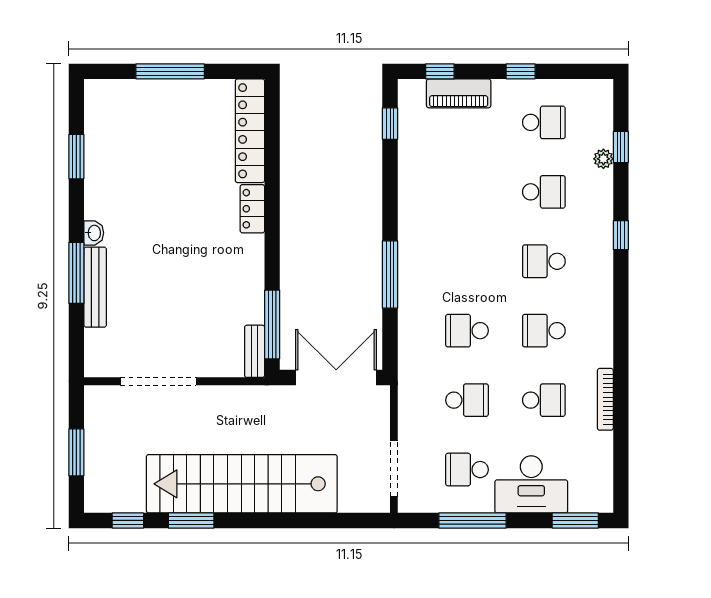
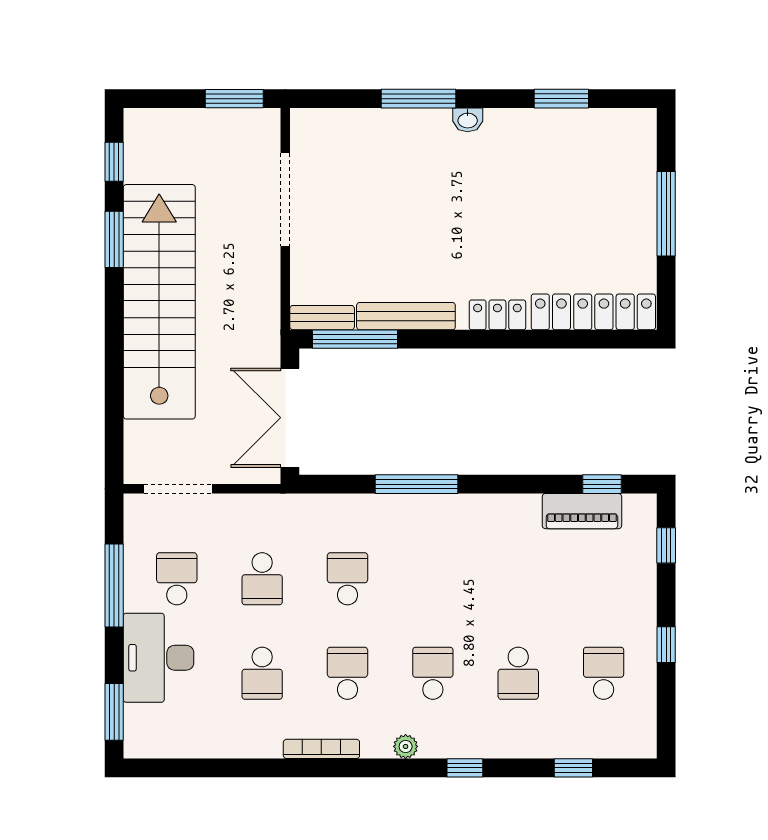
piano: (459, 93) -> (582, 511), moved, turned -90
school desk: (544, 122) -> (604, 673), turned 180
plant: (603, 159) -> (406, 746), moved
bench: (95, 287) -> (406, 316), moved
double door: (336, 377) -> (290, 418), swing flipped
bookcase: (605, 399) -> (321, 749), moved
window: (76, 452) -> (234, 99), moved

